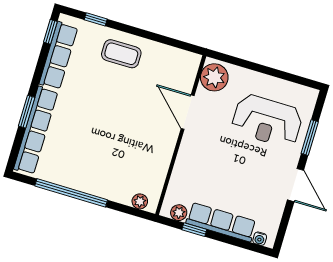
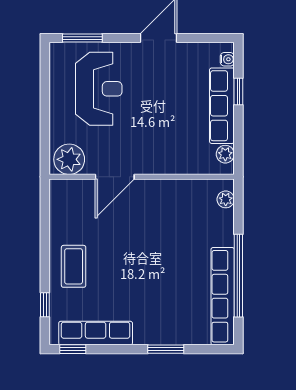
row of seats: (36, 130) -> (223, 296), moved, turned -90
window: (310, 138) -> (82, 38), moved
window: (194, 230) -> (238, 91), moved

